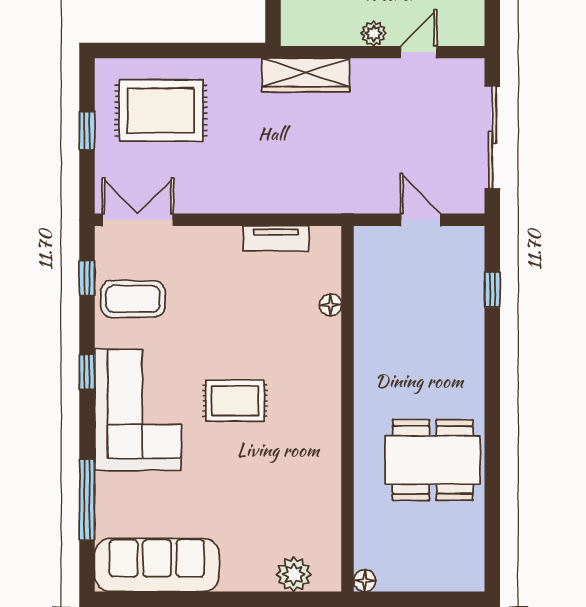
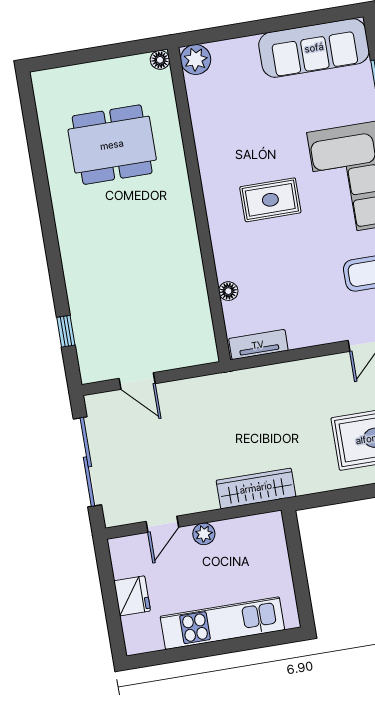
floor lamp: (331, 305) -> (228, 291), moved
wall: (348, 409) -> (199, 205), moved
dining table: (433, 460) -> (112, 145), moved
floor lamp: (365, 581) -> (160, 60), moved

